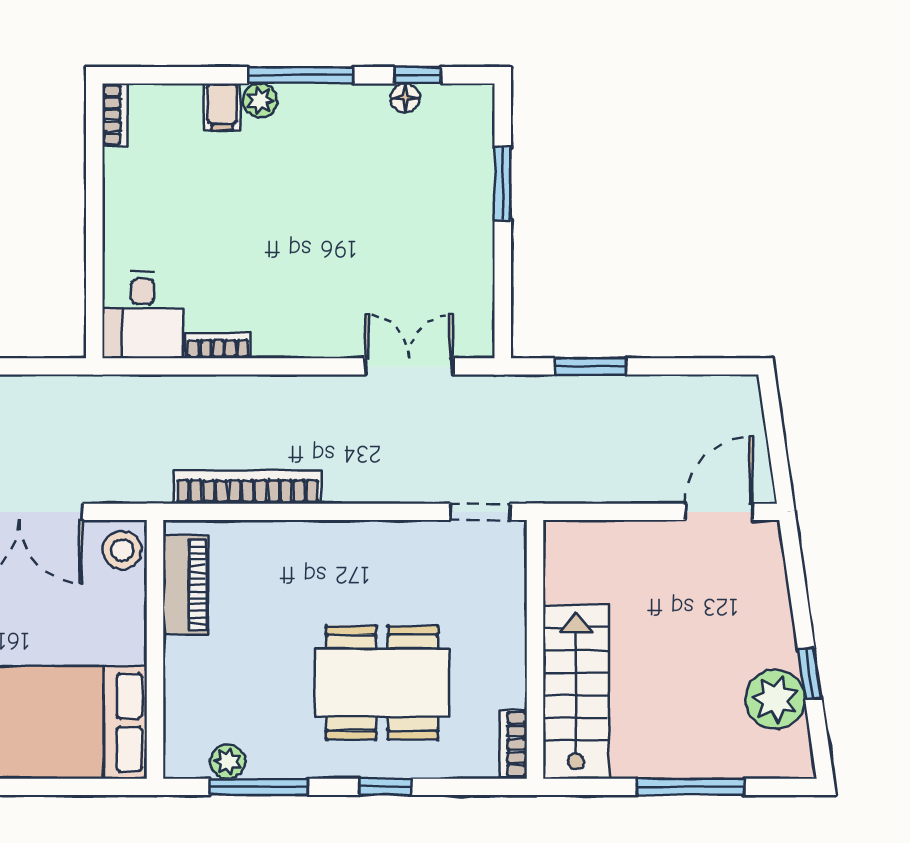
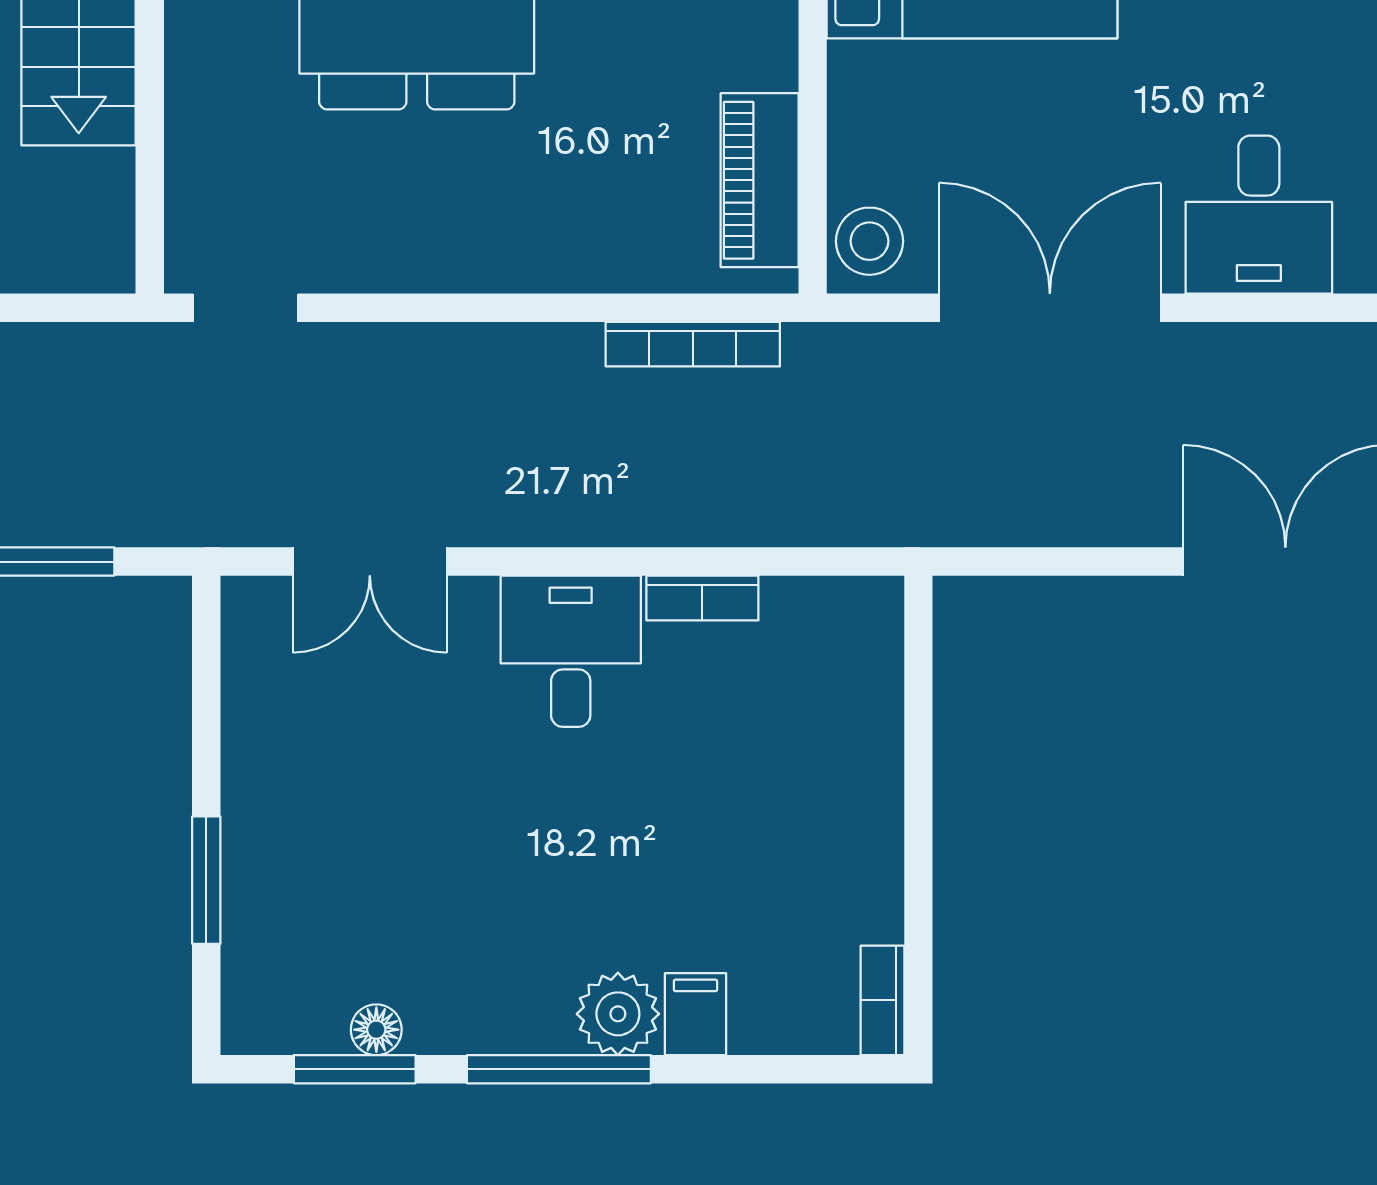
window: (418, 75) -> (355, 1069), width x1.50
plant: (260, 101) -> (618, 1014), width x1.38, depth x1.38
desk: (143, 315) -> (571, 651), moved
bookcase: (248, 487) -> (693, 344), width x0.68, depth x0.76

